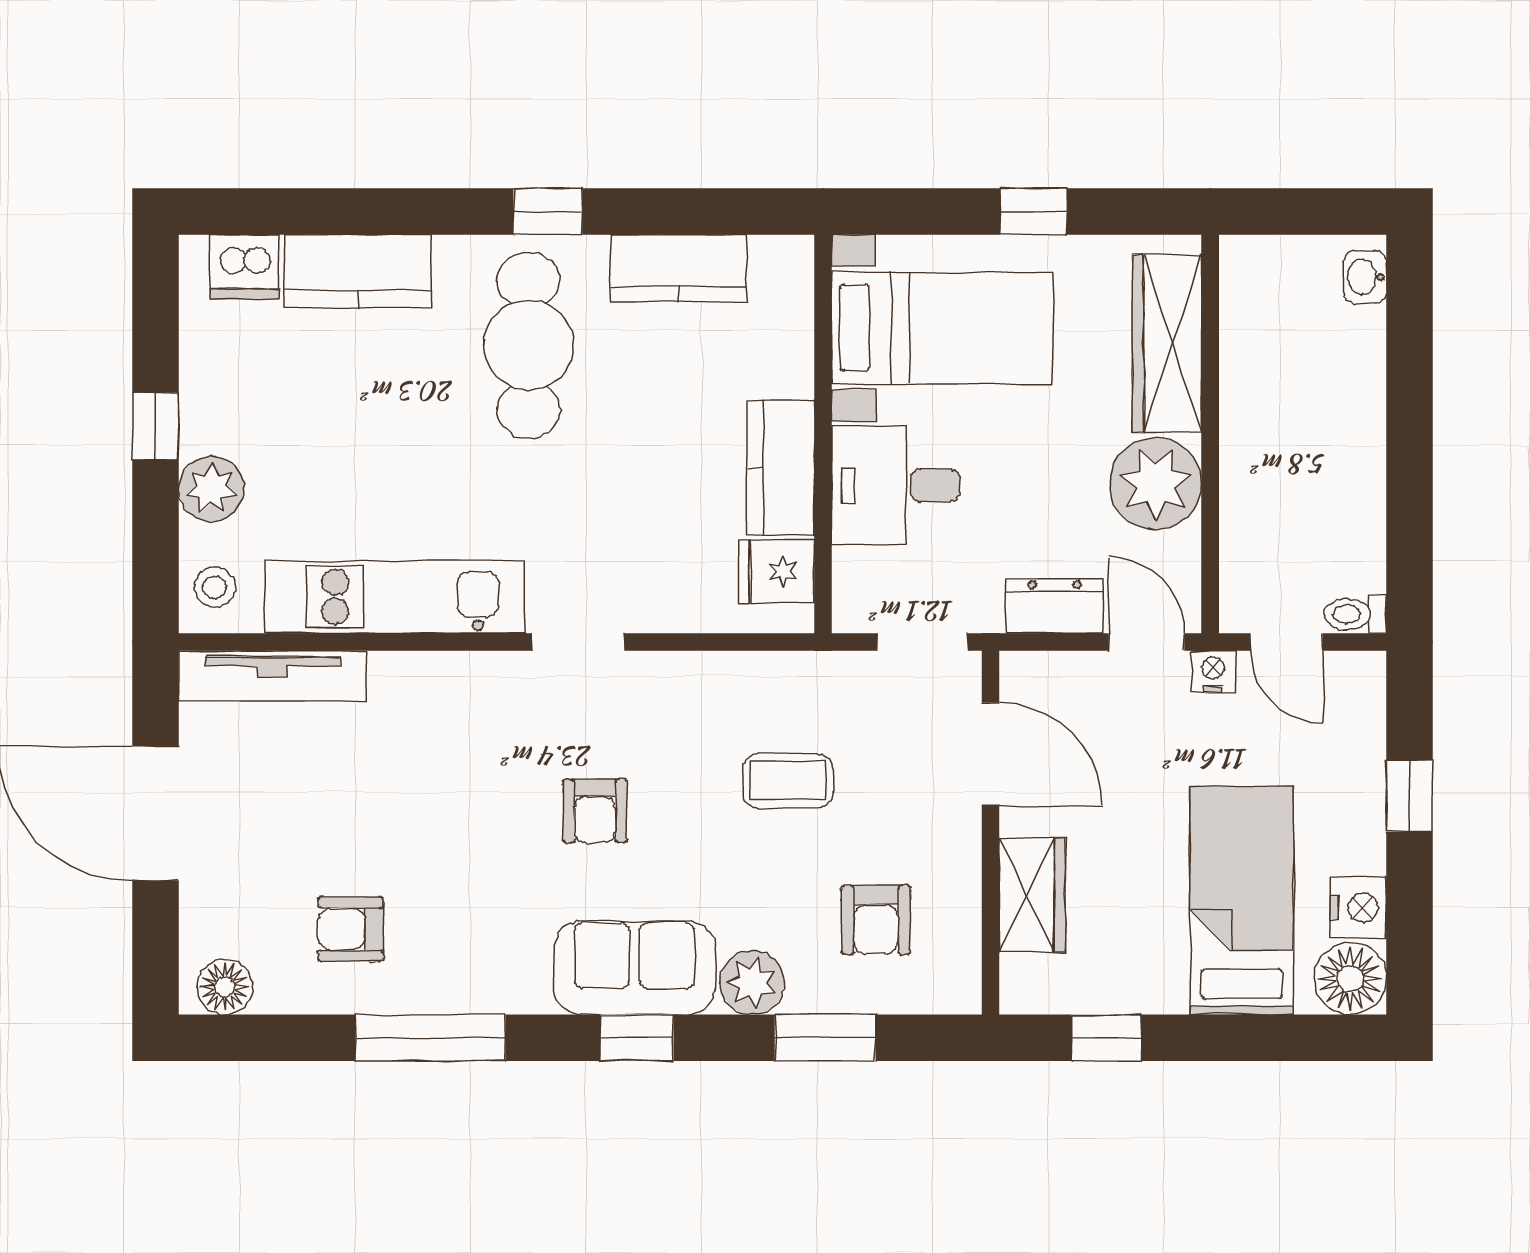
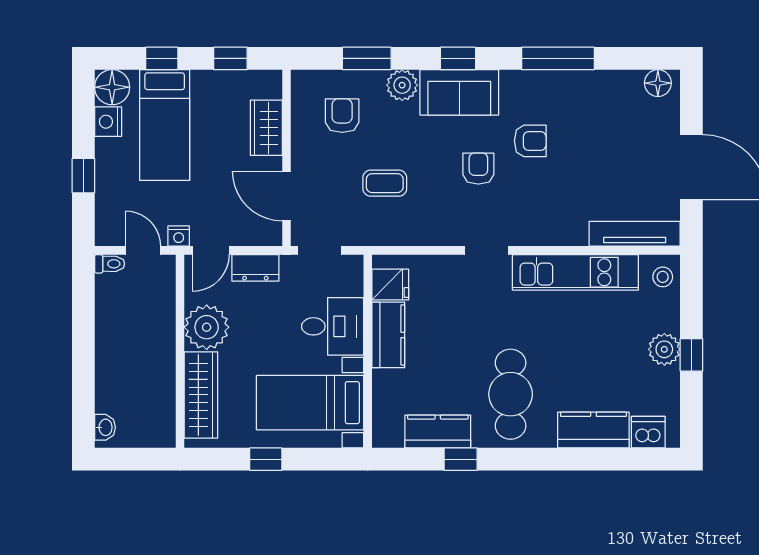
window: (548, 211) -> (461, 459), moved
plant: (211, 489) -> (664, 349), moved
door: (1147, 642) -> (211, 250), hinge flipped
armchair: (351, 929) -> (530, 141), moved
window: (1248, 1038) -> (162, 58), added

